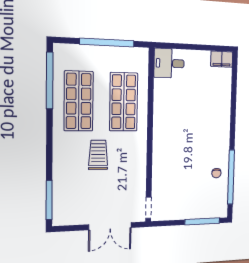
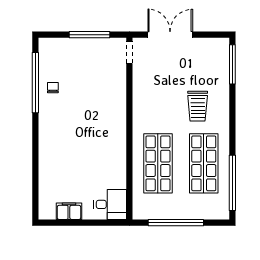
filing cabinet: (222, 59) -> (69, 211), moved
trolley: (98, 155) -> (198, 106), moved
window: (202, 221) -> (90, 35), moved

